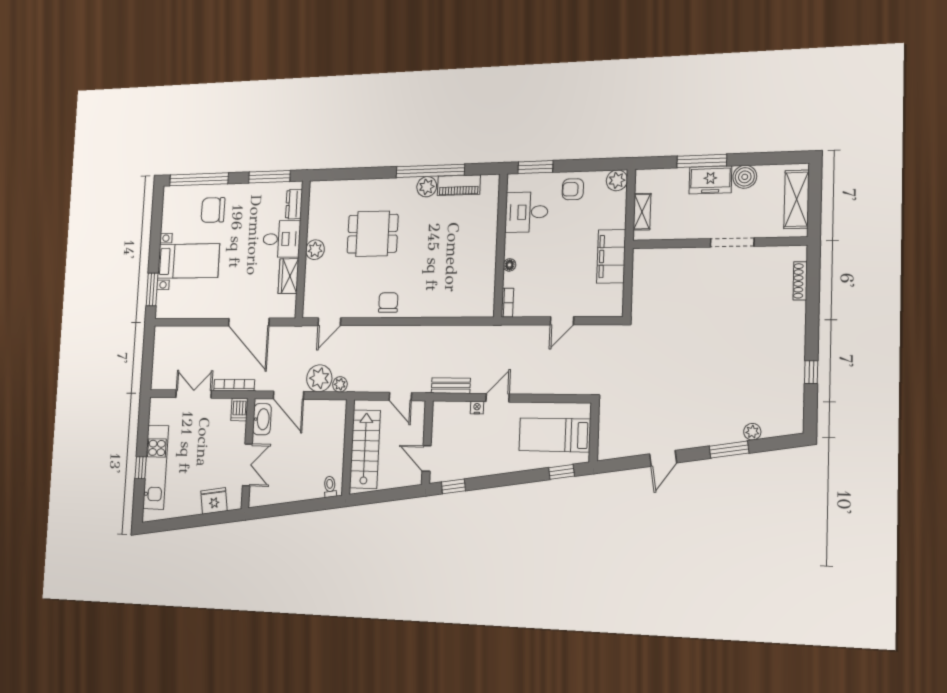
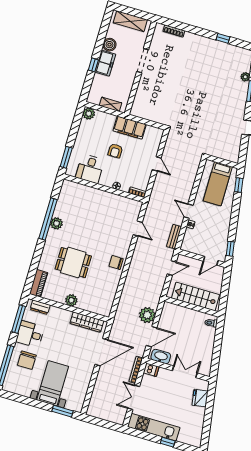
window: (702, 161) -> (93, 65), width x0.46
piano: (459, 185) -> (39, 283), moved
armchair: (573, 189) -> (115, 151), moved
dining table: (373, 234) -> (73, 263), turned 90
desk: (282, 239) -> (30, 334), moved, turned -90
wardrobe: (288, 276) -> (87, 322), width x1.50
door: (329, 322) -> (138, 228), moved
plant: (340, 384) -> (154, 303), removed
kitchen unit: (156, 467) -> (154, 427), moved

